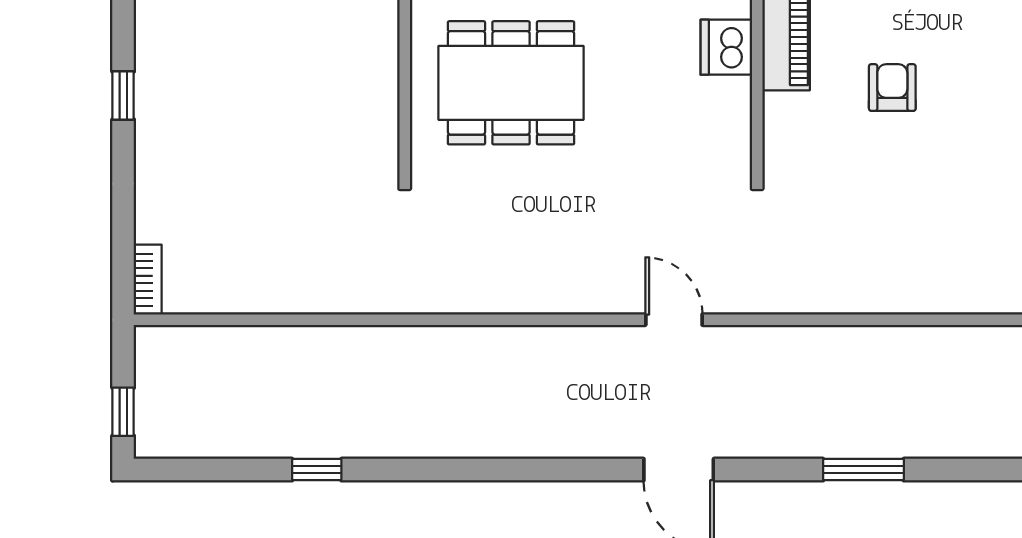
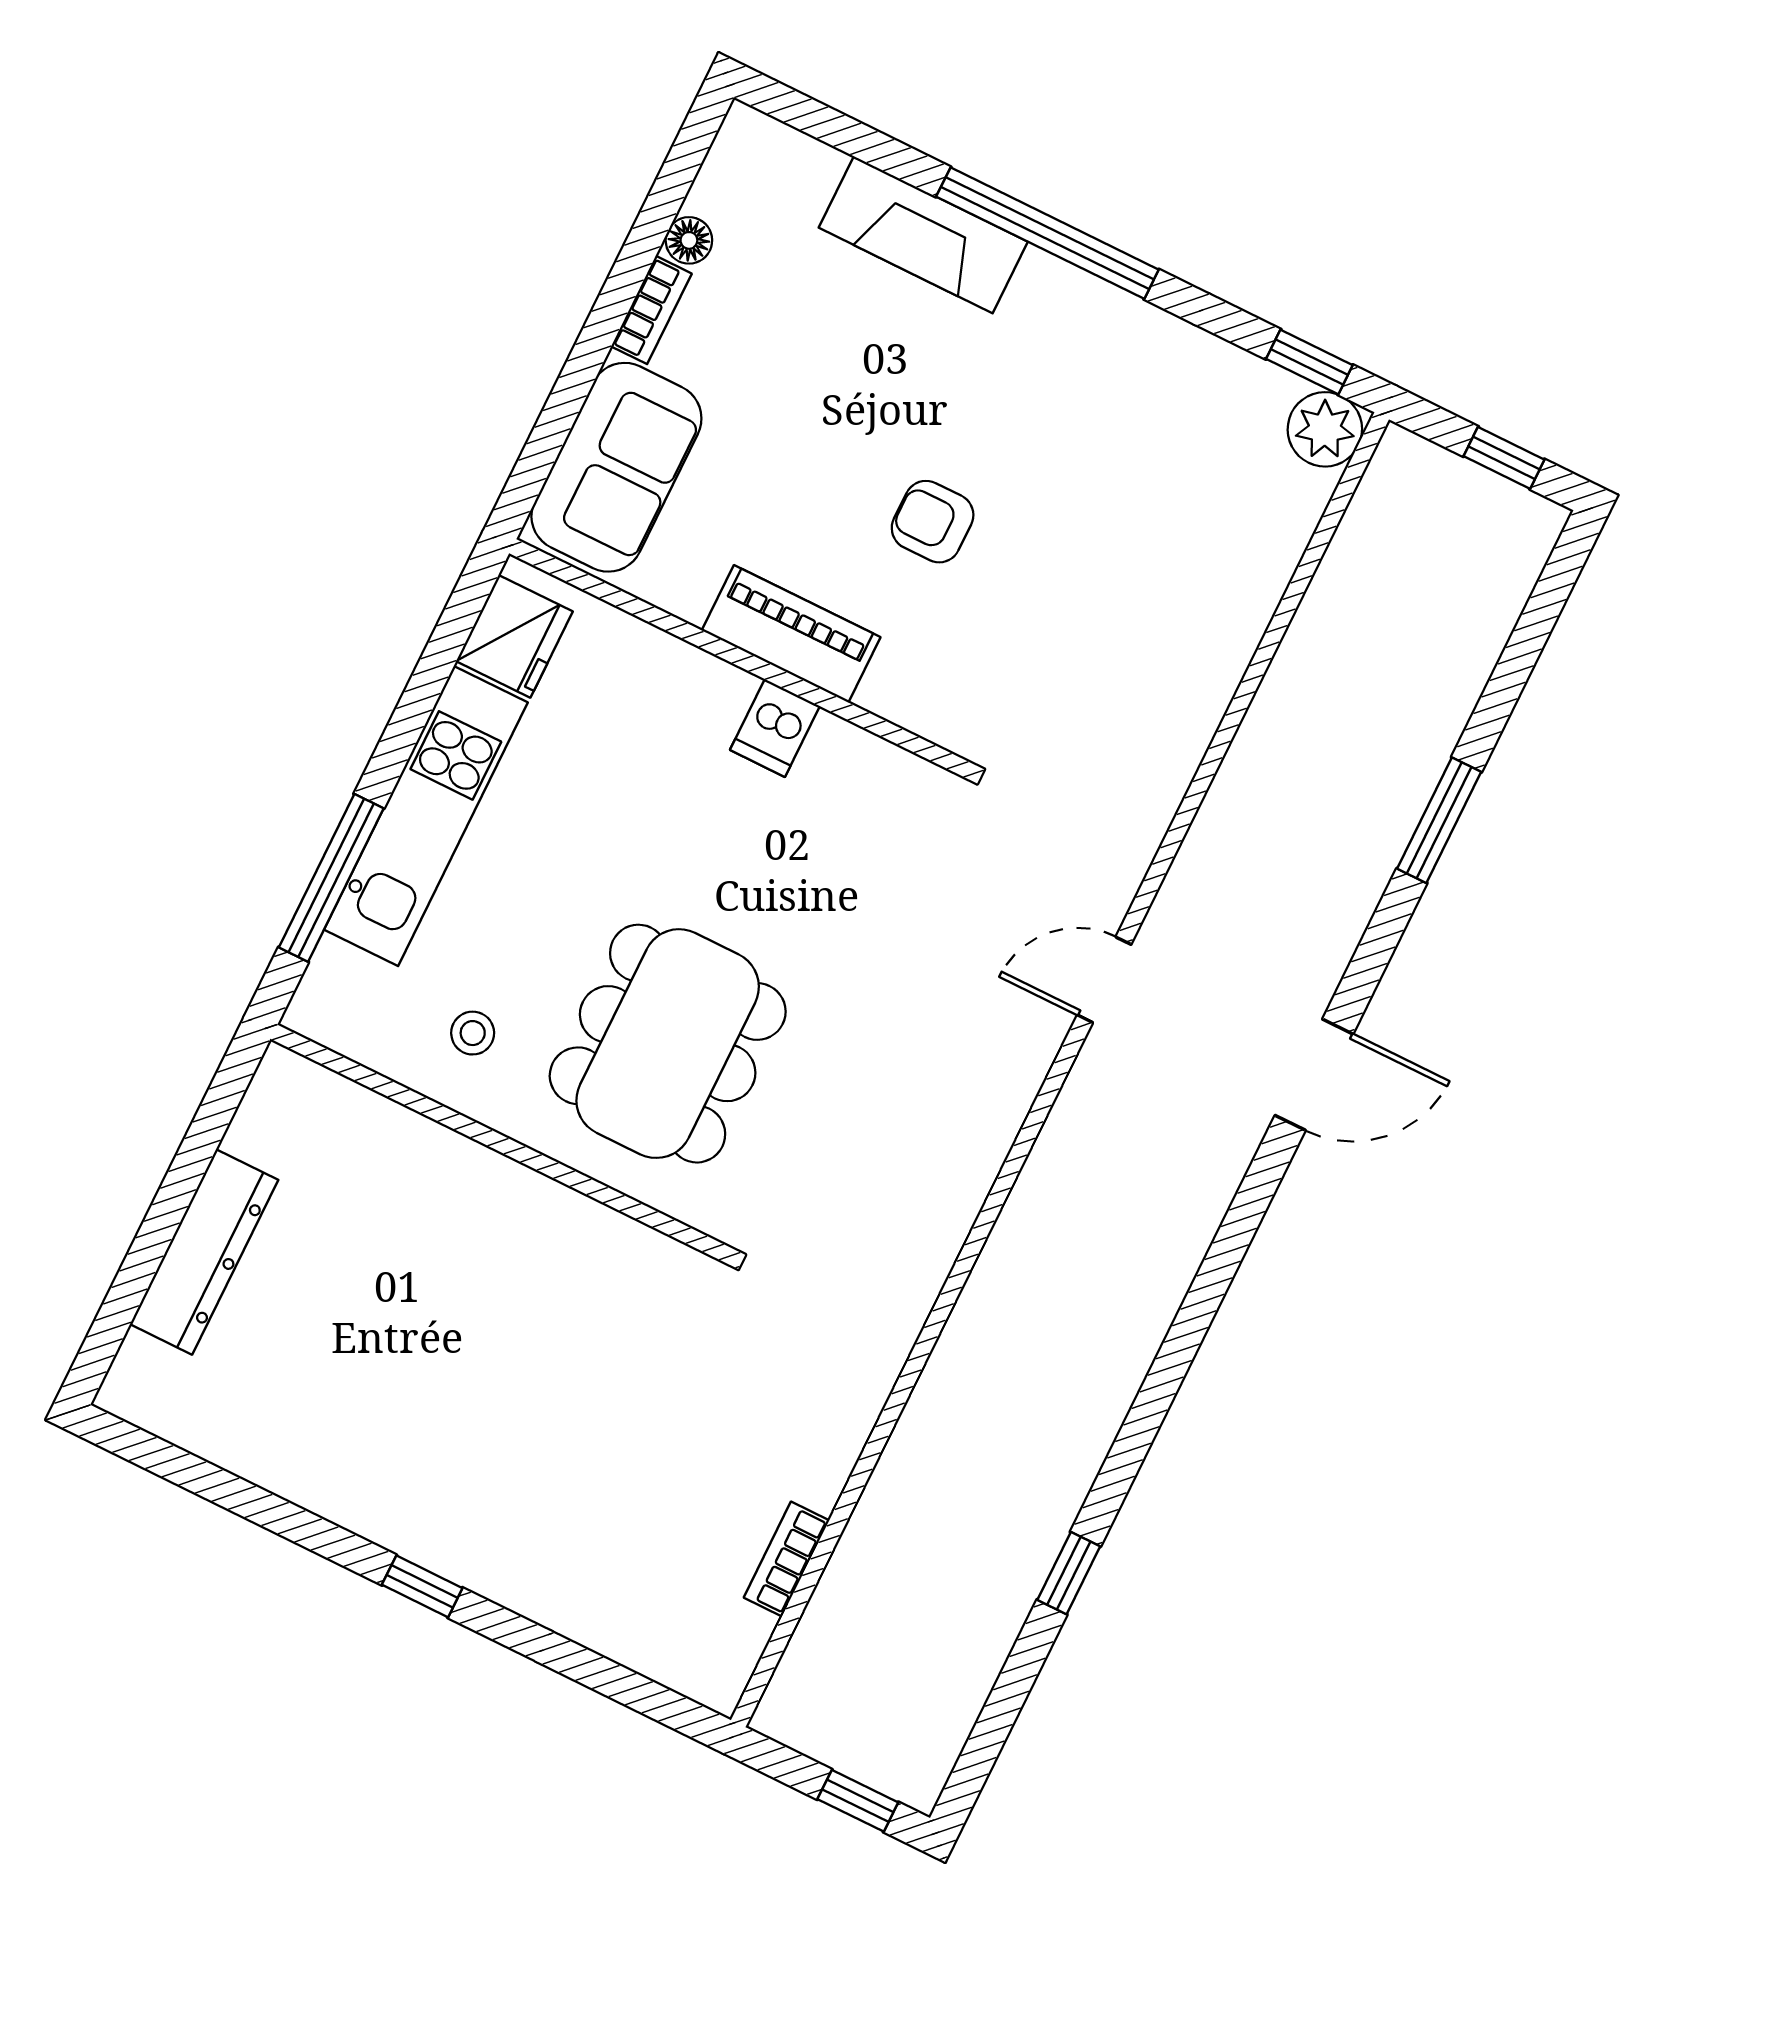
dishwasher: (726, 47) -> (775, 728), width x0.73
bookcase: (148, 280) -> (787, 1559), moved, turned -90

